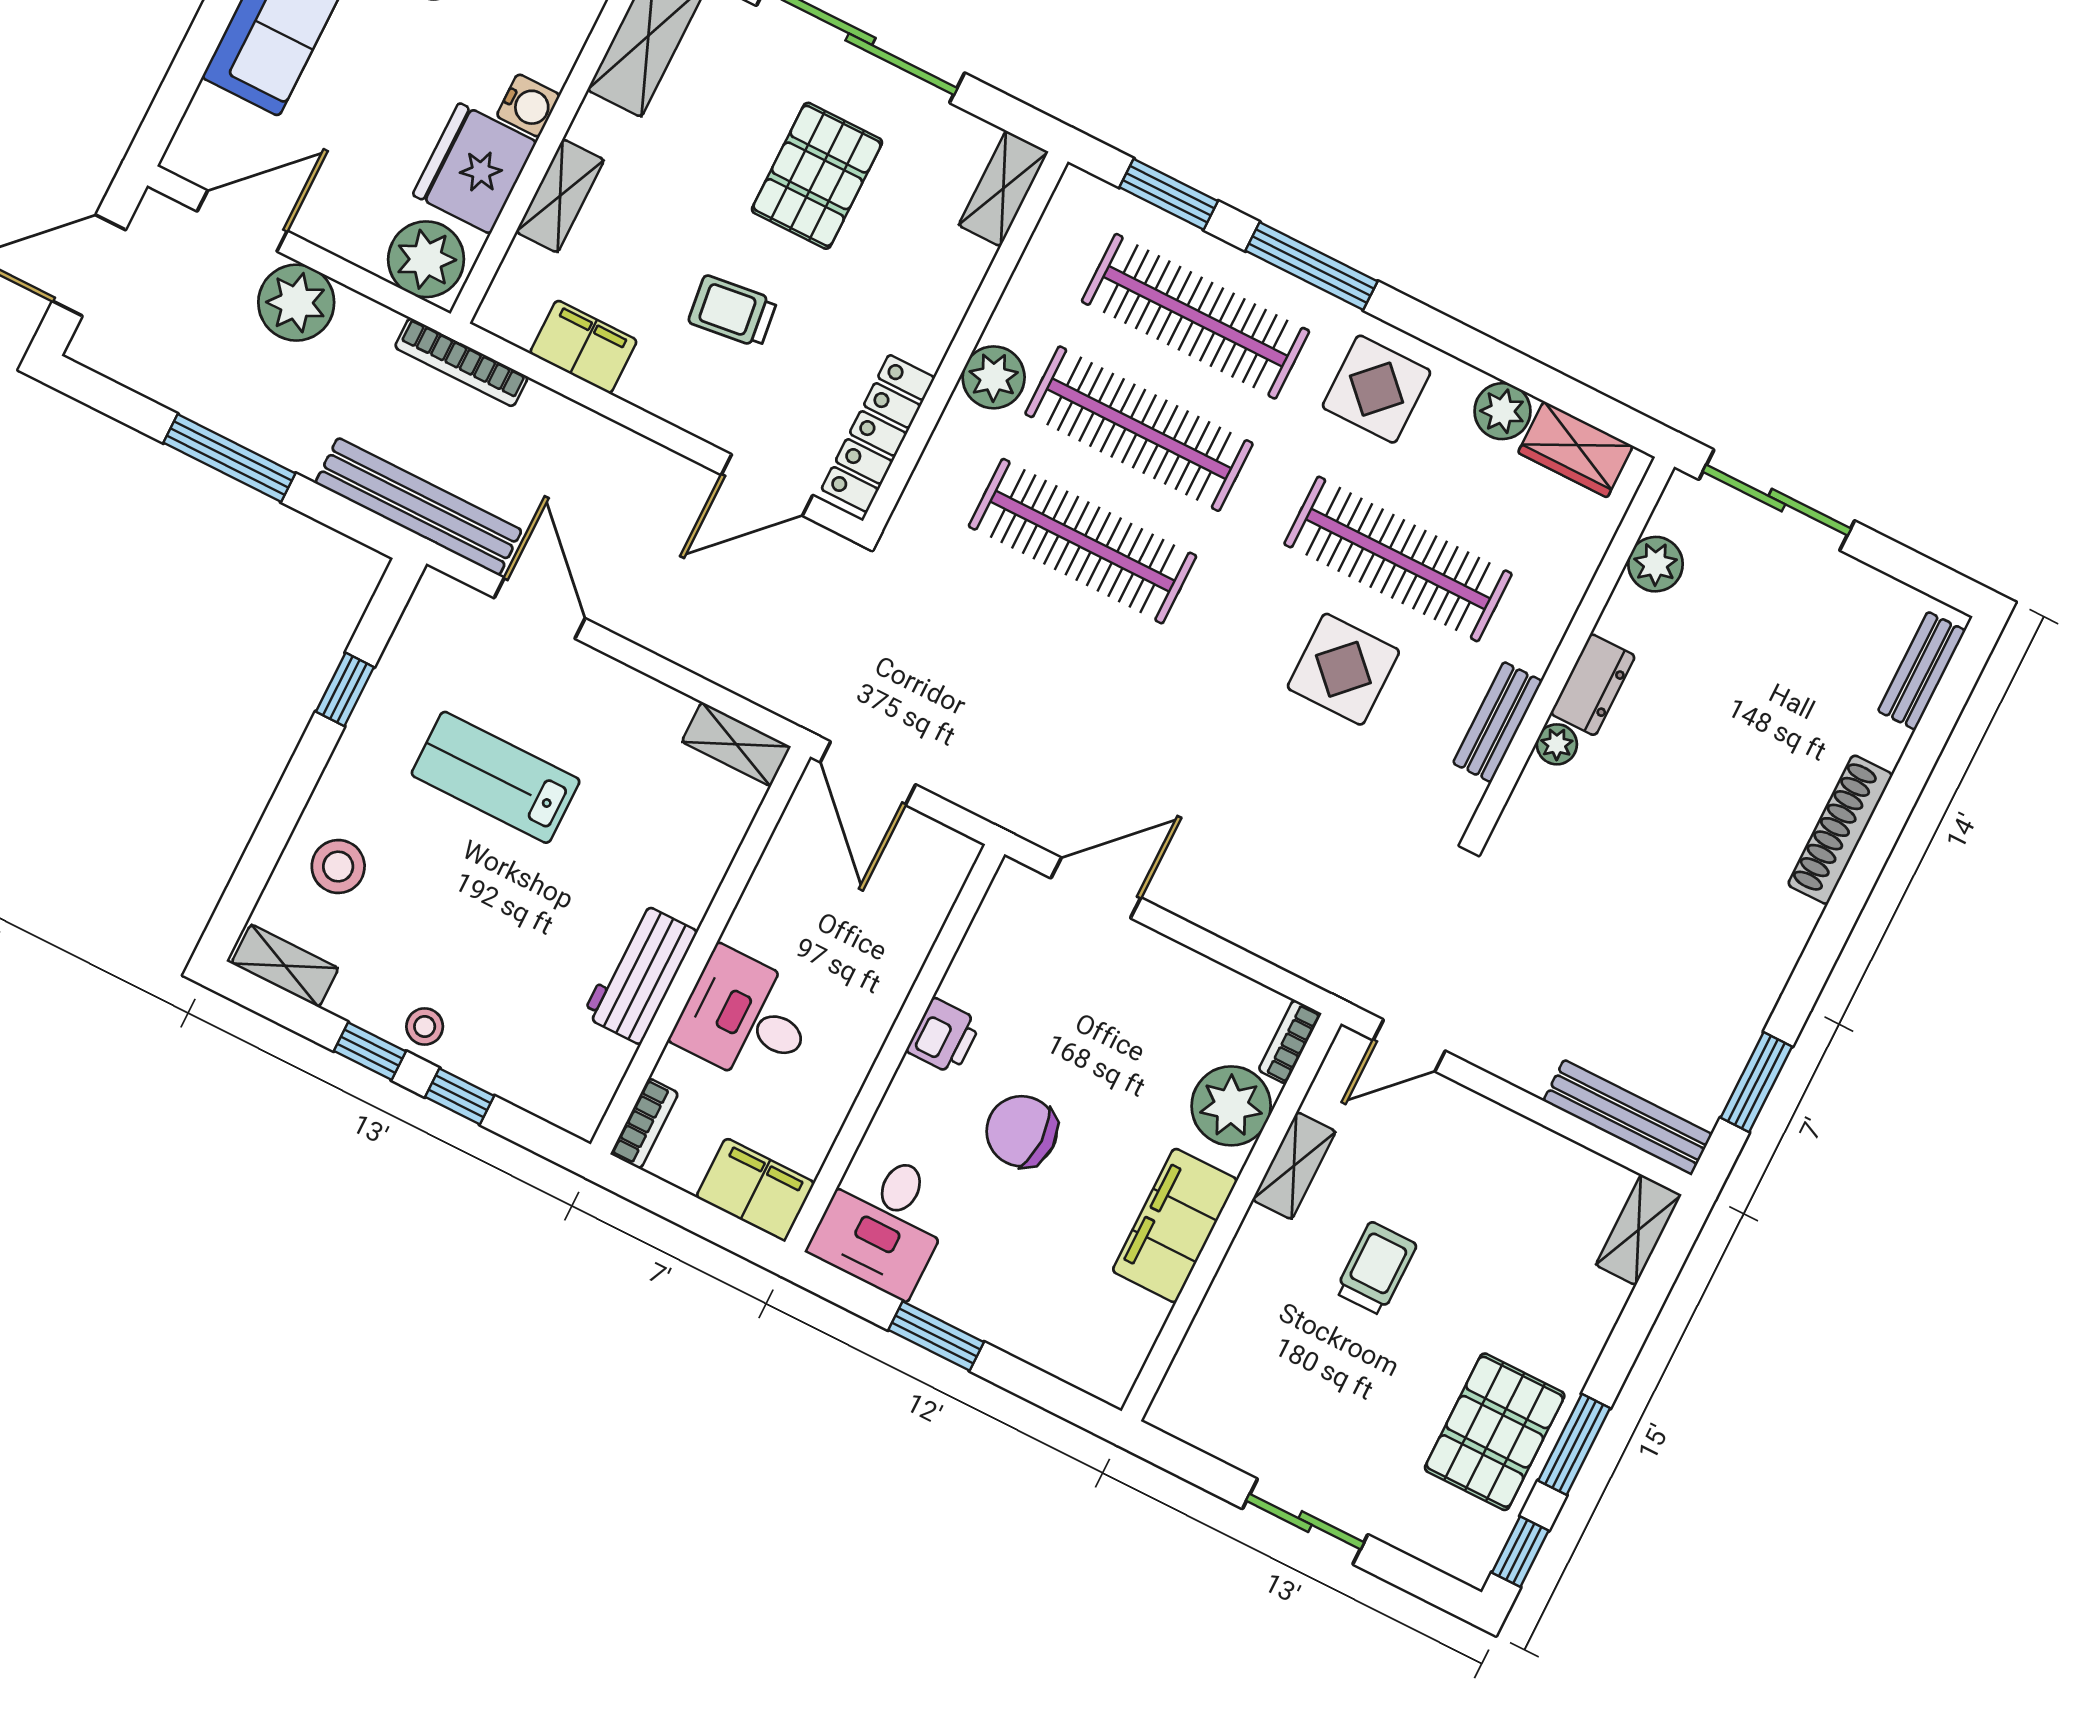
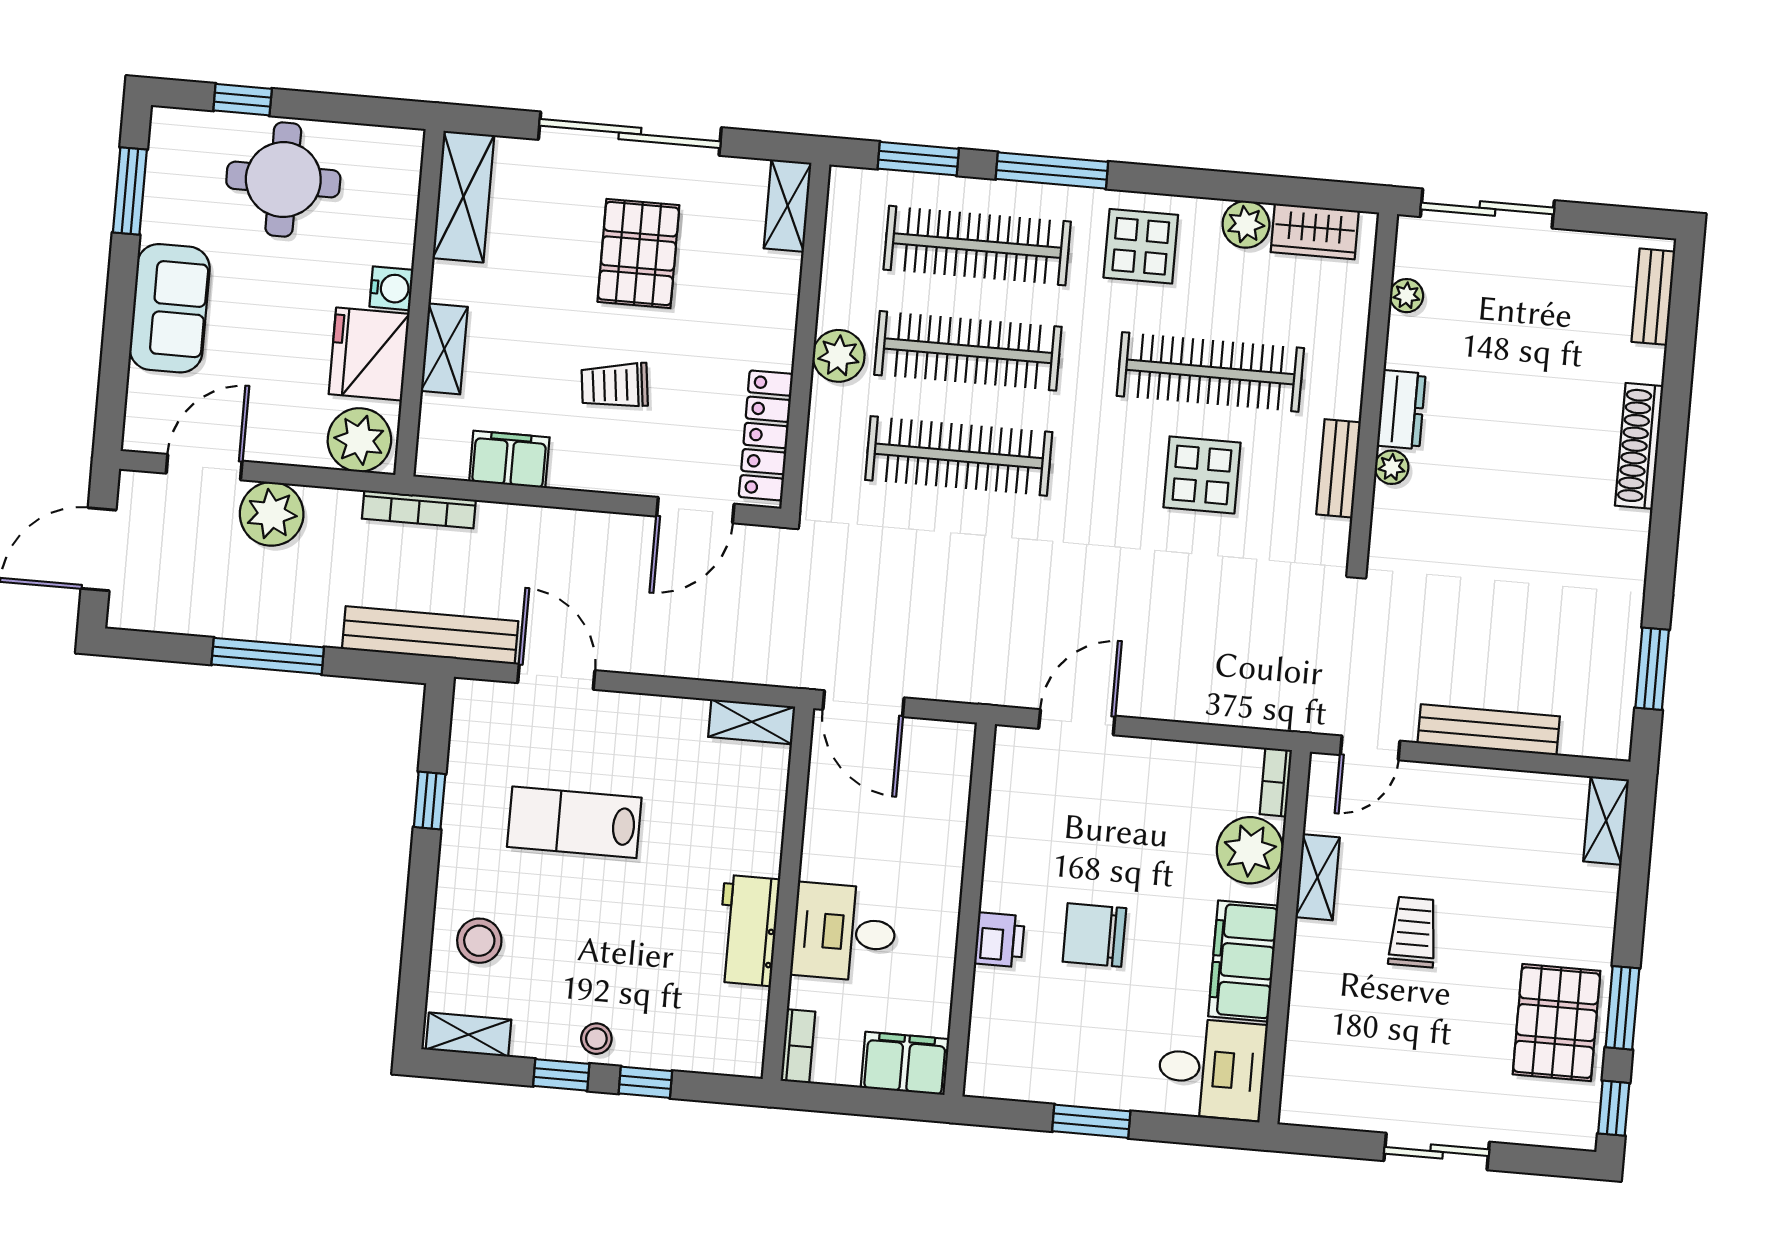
plant: (1655, 564) -> (1407, 296), width x0.73, depth x0.73
printer: (944, 1036) -> (999, 940), moved
bench: (1628, 1117) -> (1489, 730), moved
desk: (884, 1222) -> (1212, 1069), moved, turned -90

